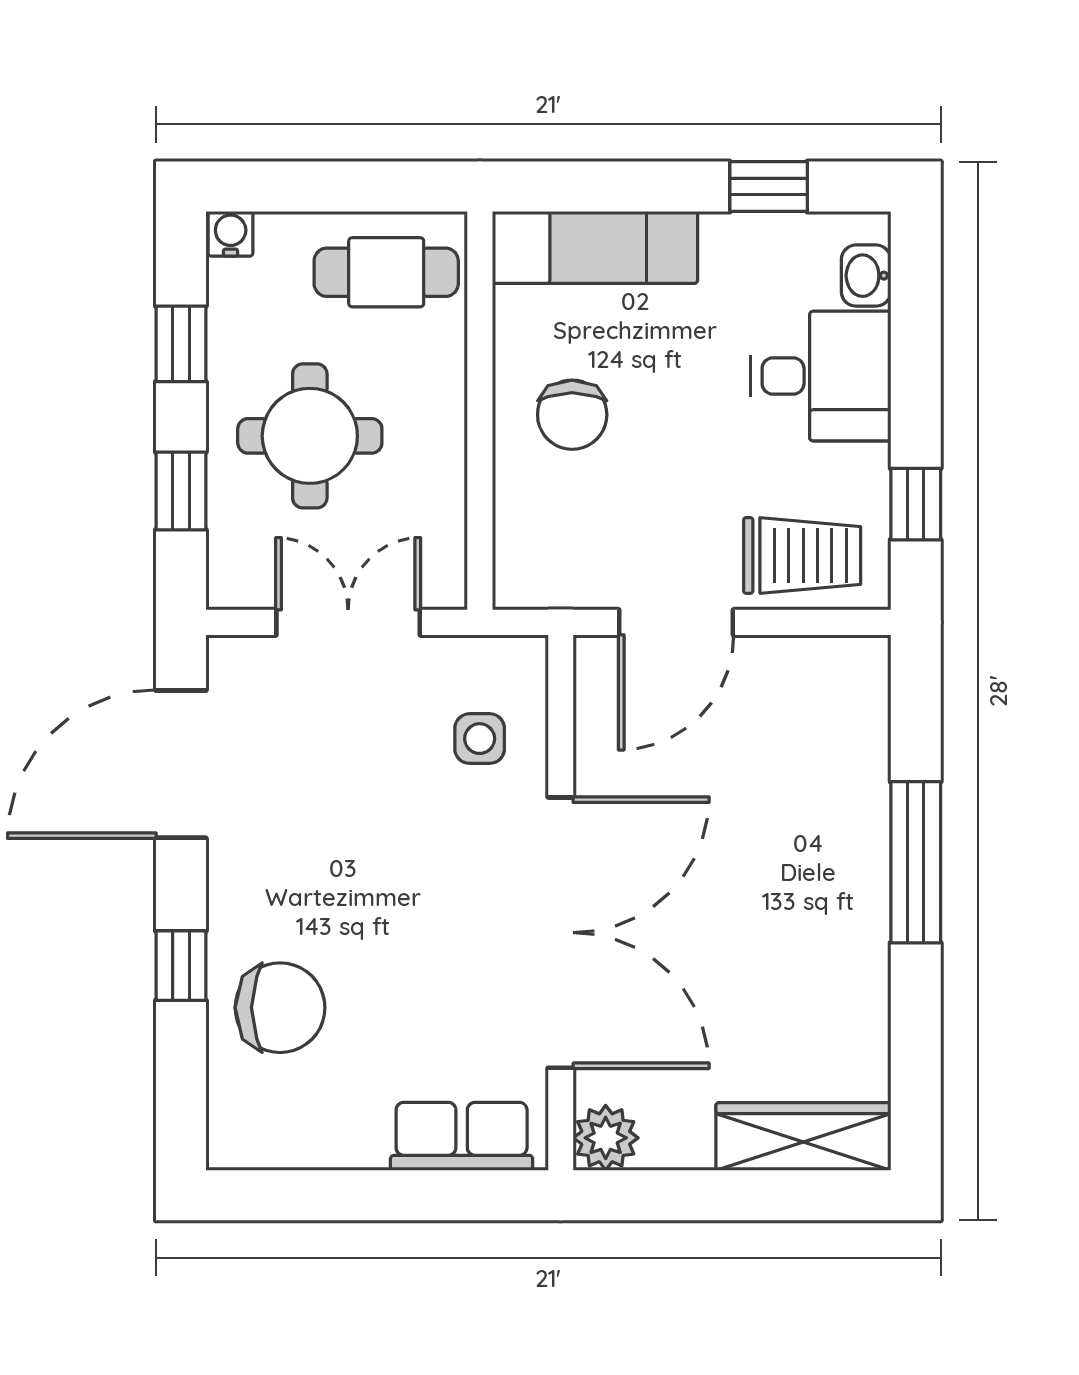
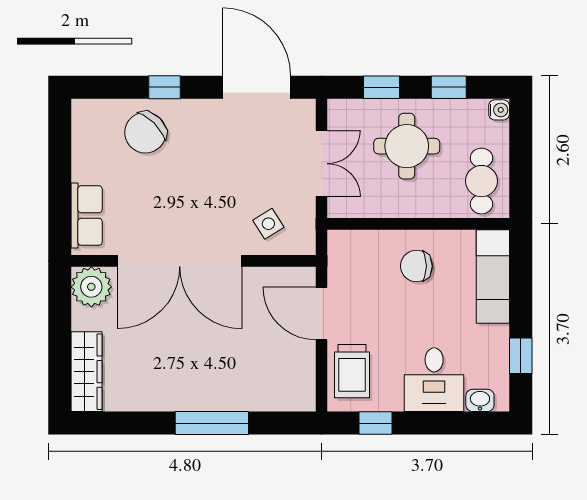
side table: (480, 739) -> (268, 224), turned -32
chair: (280, 1008) -> (145, 133), turned 45
plant: (606, 1138) -> (91, 287), width x1.36, depth x1.36

